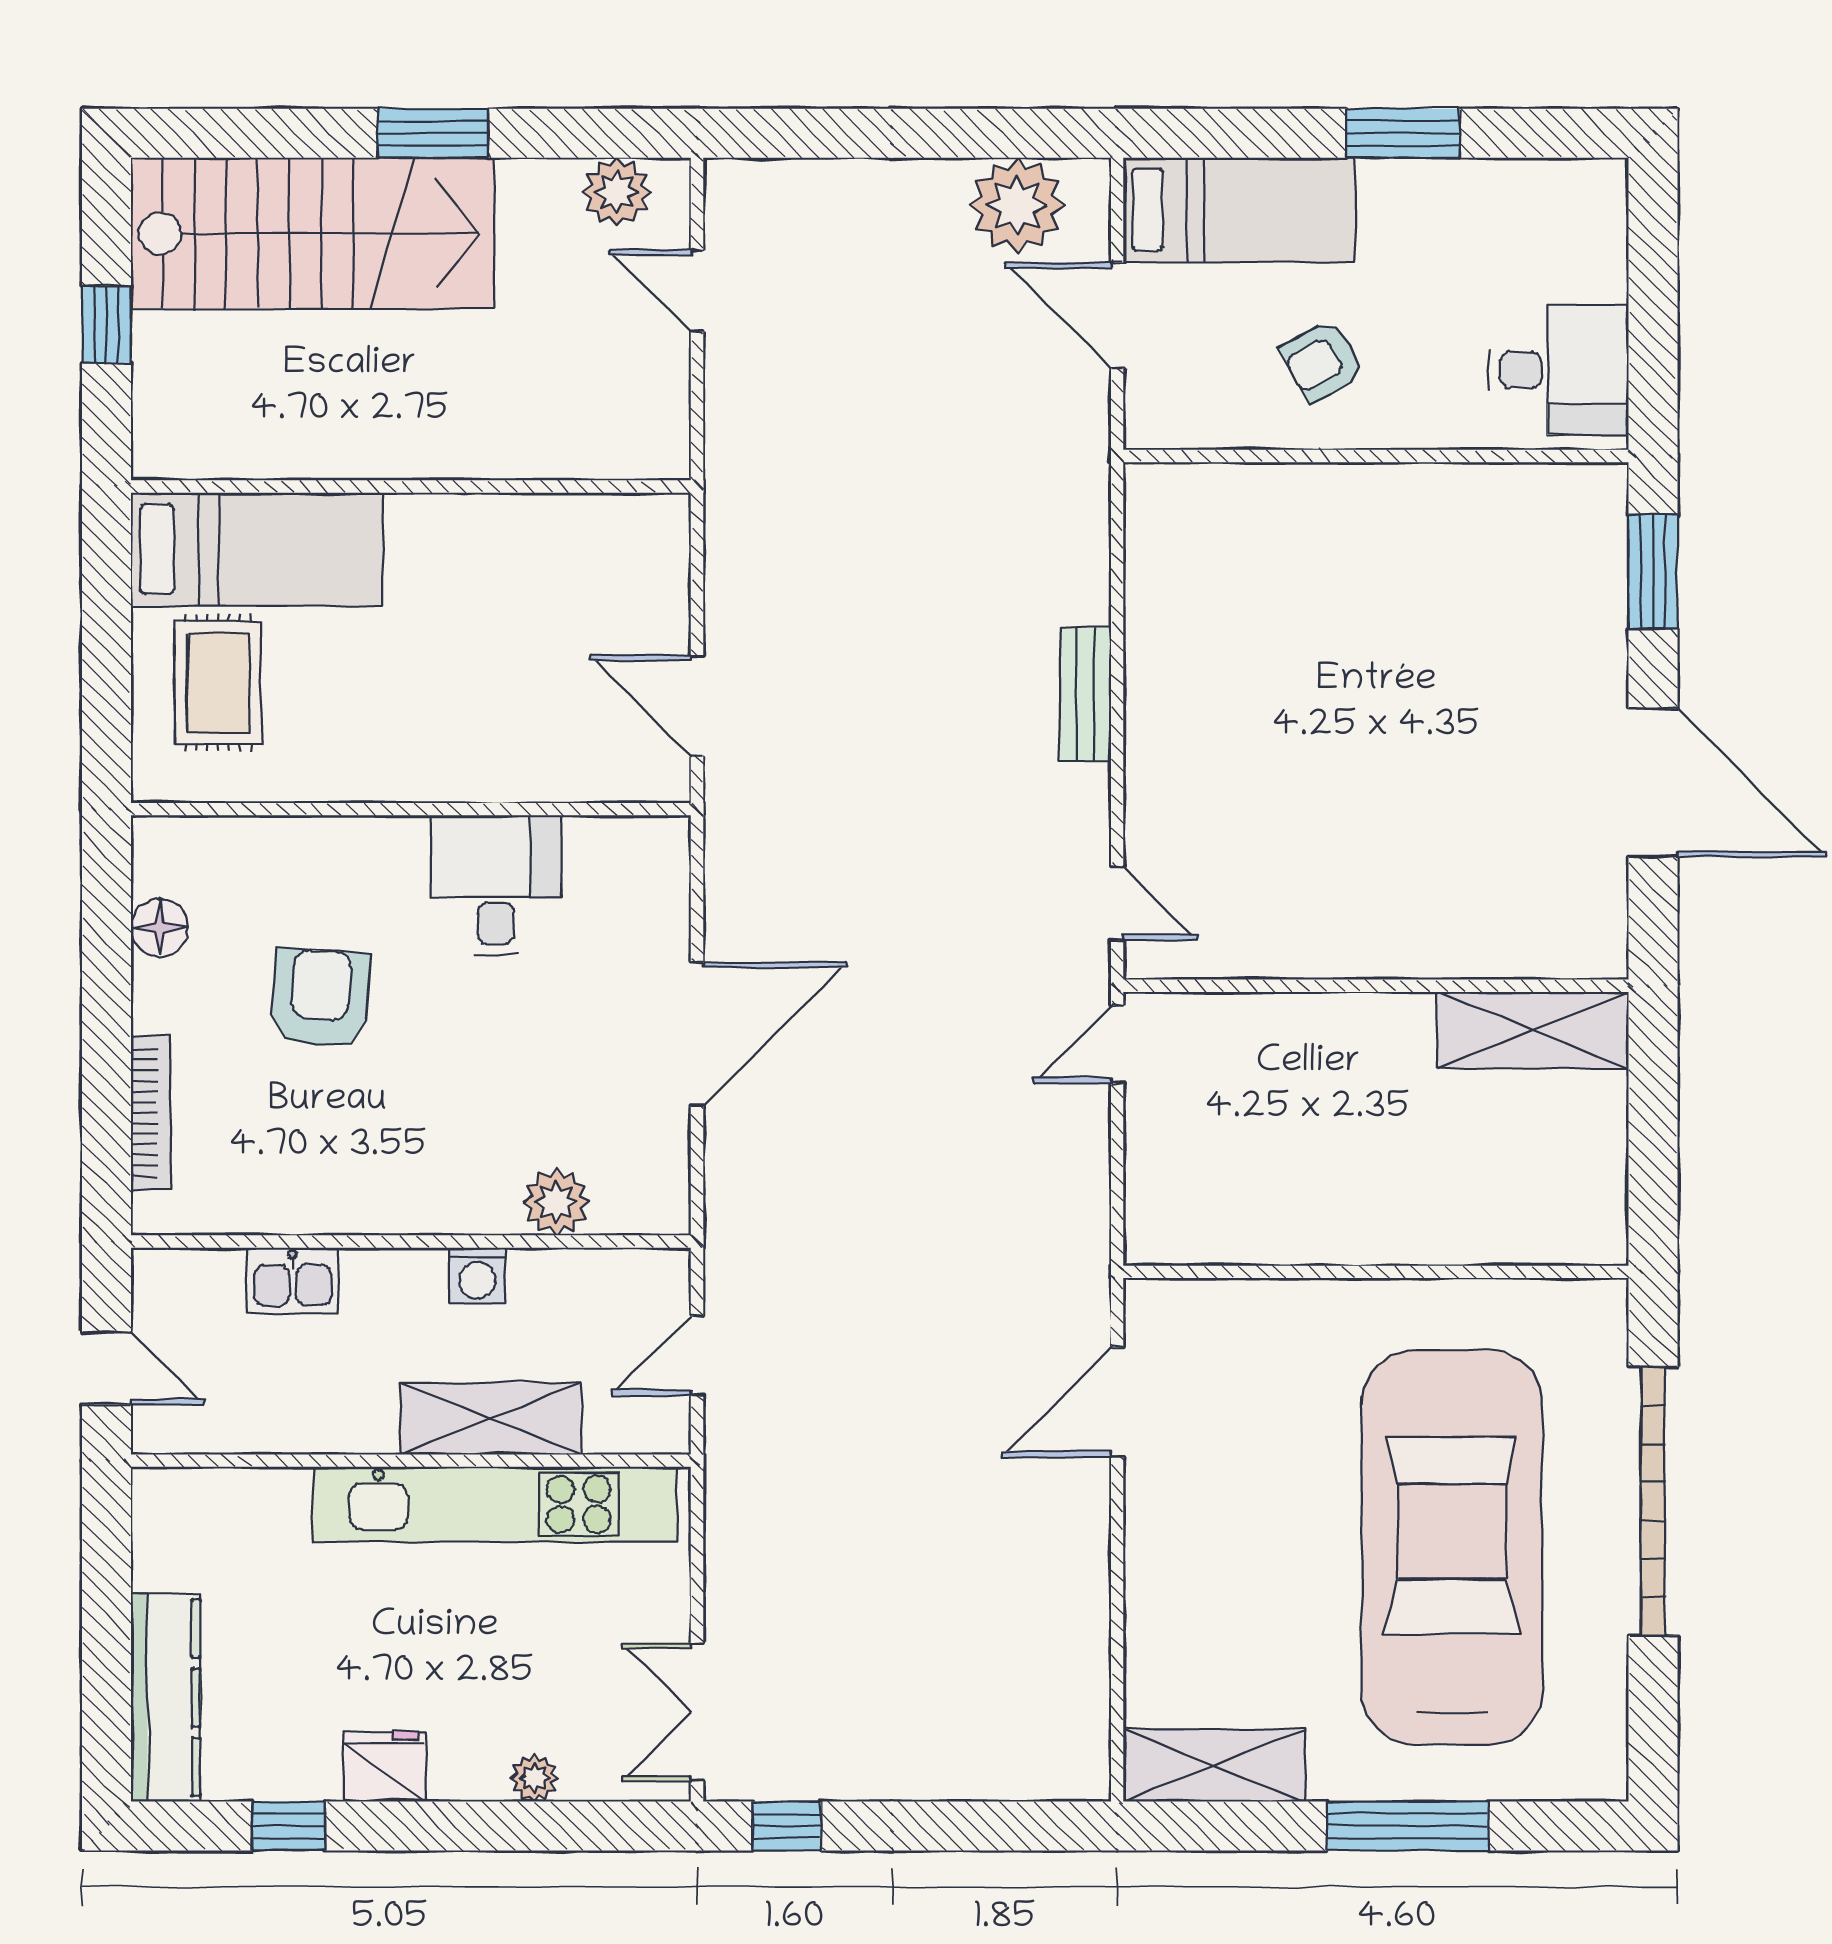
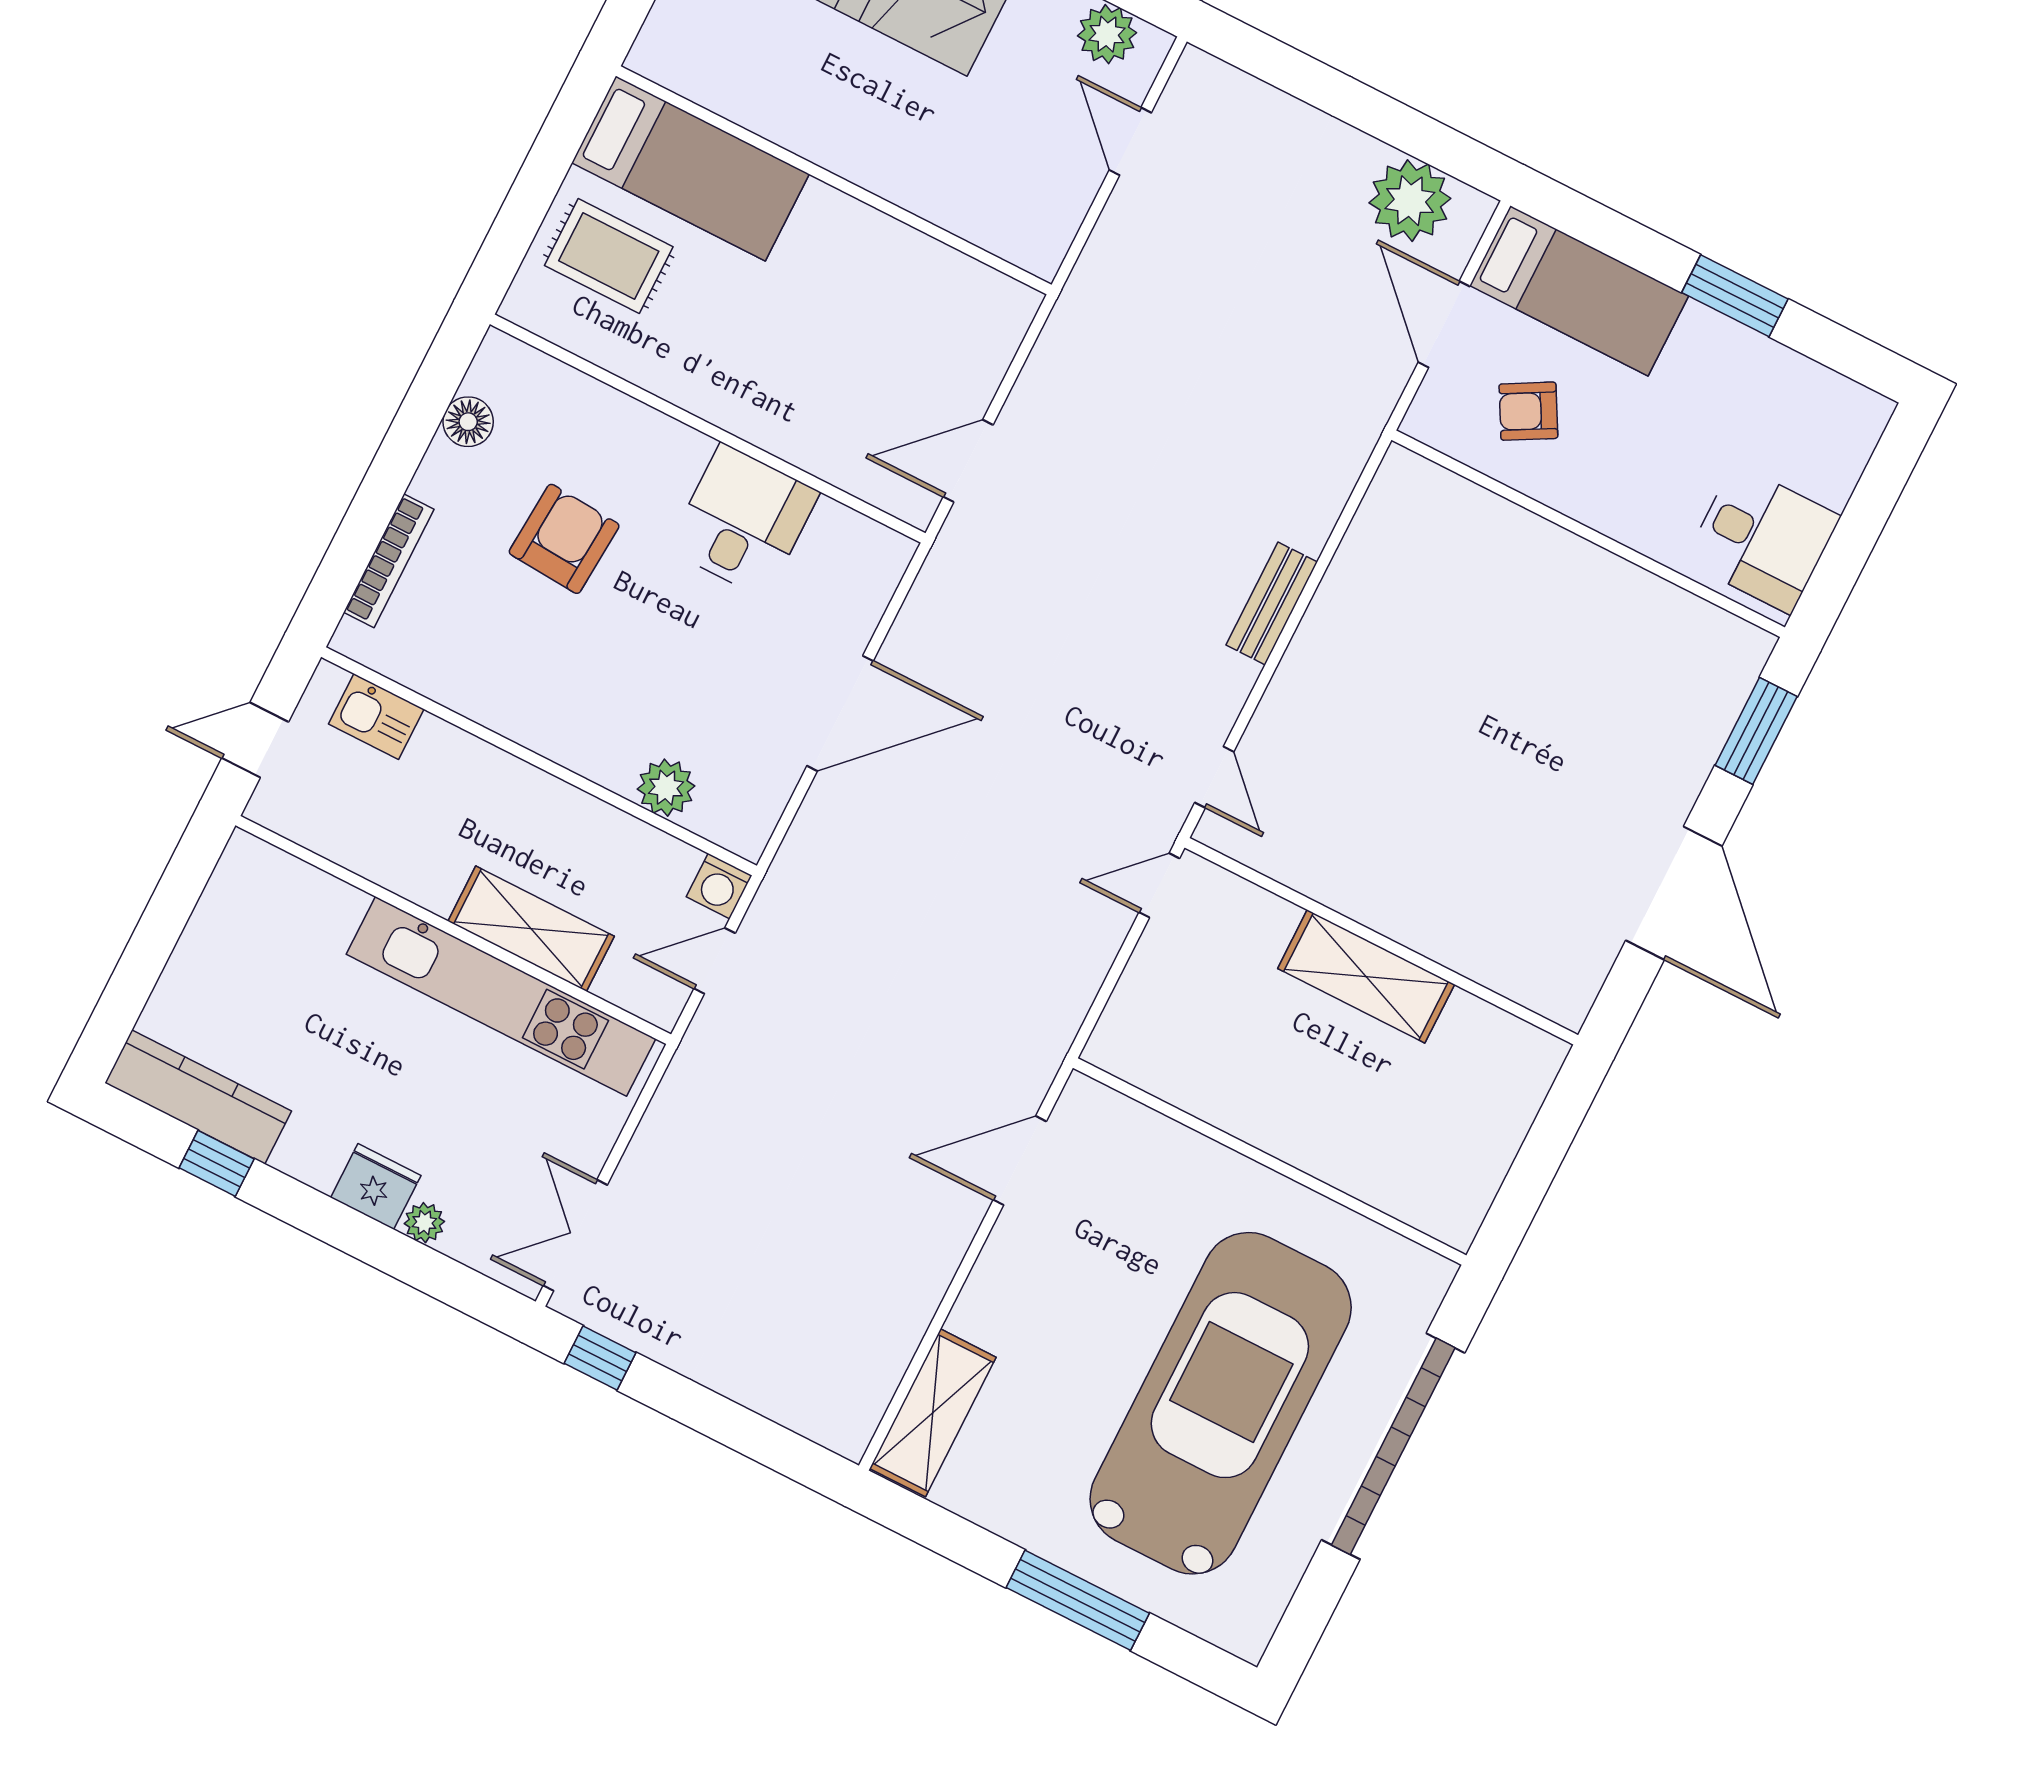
armchair: (1323, 361) -> (1528, 411), moved
rug: (218, 683) -> (609, 256), turned 90
door: (697, 706) -> (968, 461), hinge flipped
shelving: (1533, 1030) -> (1366, 976), moved
washing machine: (478, 1276) -> (719, 886), moved
kitchen sink: (293, 1280) -> (376, 717), moved
door: (106, 1368) -> (255, 740), swing flipped
kitchen counter: (165, 1698) -> (198, 1097), moved, turned -90
shelving: (1214, 1765) -> (933, 1413), moved, turned 90
fridge: (384, 1766) -> (376, 1186), moved

